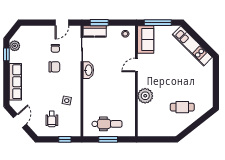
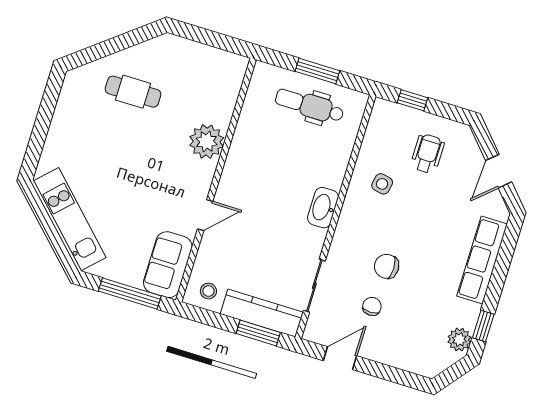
kitchen counter: (95, 31) -> (262, 313), width x1.50
washbasin: (88, 70) -> (323, 208), moved

